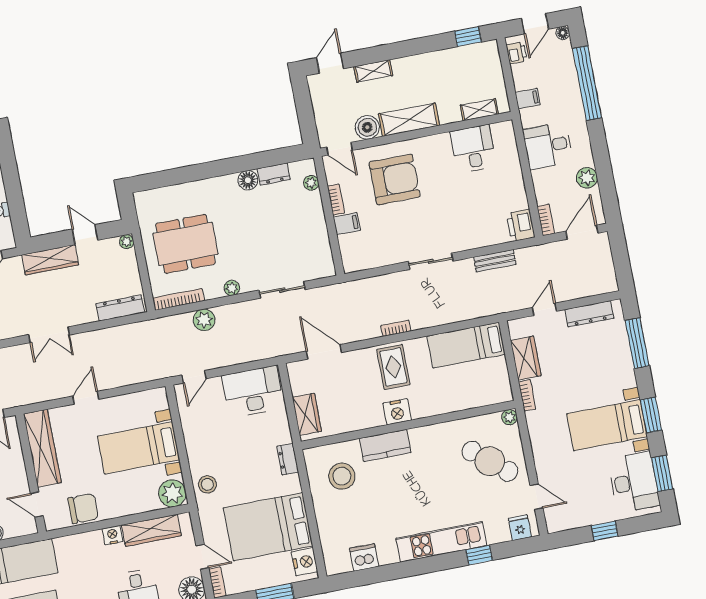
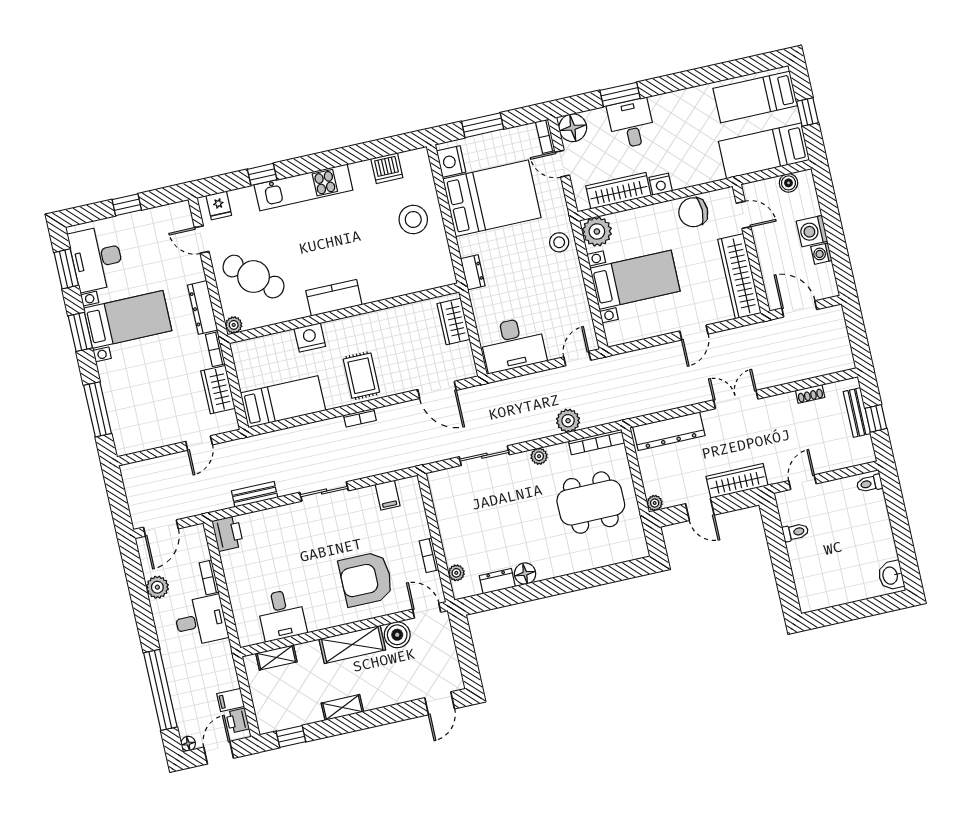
shelving: (373, 71) -> (342, 707), moved
filing cabinet: (528, 99) -> (231, 700), moved
bookcase: (546, 220) -> (209, 577), moved
filing cabinet: (347, 224) -> (388, 495), moved, turned -90
dresser: (120, 308) -> (669, 431), width x1.37, depth x1.24
dresser: (589, 314) -> (203, 308), moved, turned -90
nightstand: (397, 412) -> (310, 337), moved
kitchen counter: (385, 445) -> (334, 298), moved
stool: (342, 476) -> (413, 219), moved

